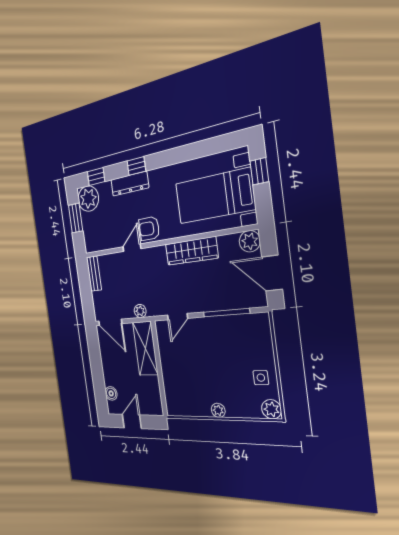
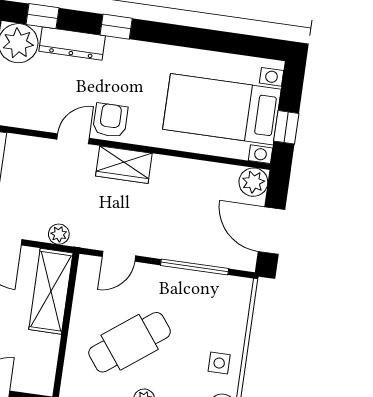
window: (259, 171) -> (286, 127), moved
dresser: (130, 184) -> (72, 44), moved
armchair: (149, 228) -> (110, 120), turned 90
wardrobe: (192, 251) -> (124, 165), moved, width x0.67
cafe table: (199, 373) -> (130, 342), added

